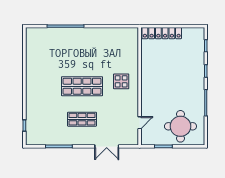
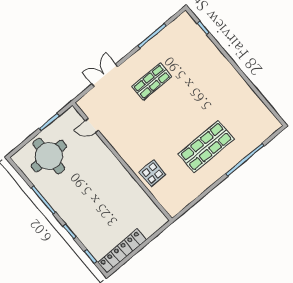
locker: (162, 33) -> (122, 251), moved
display table: (121, 81) -> (152, 173), moved
shop shelf: (82, 86) -> (206, 147), moved
door: (140, 123) -> (92, 126), hinge flipped

